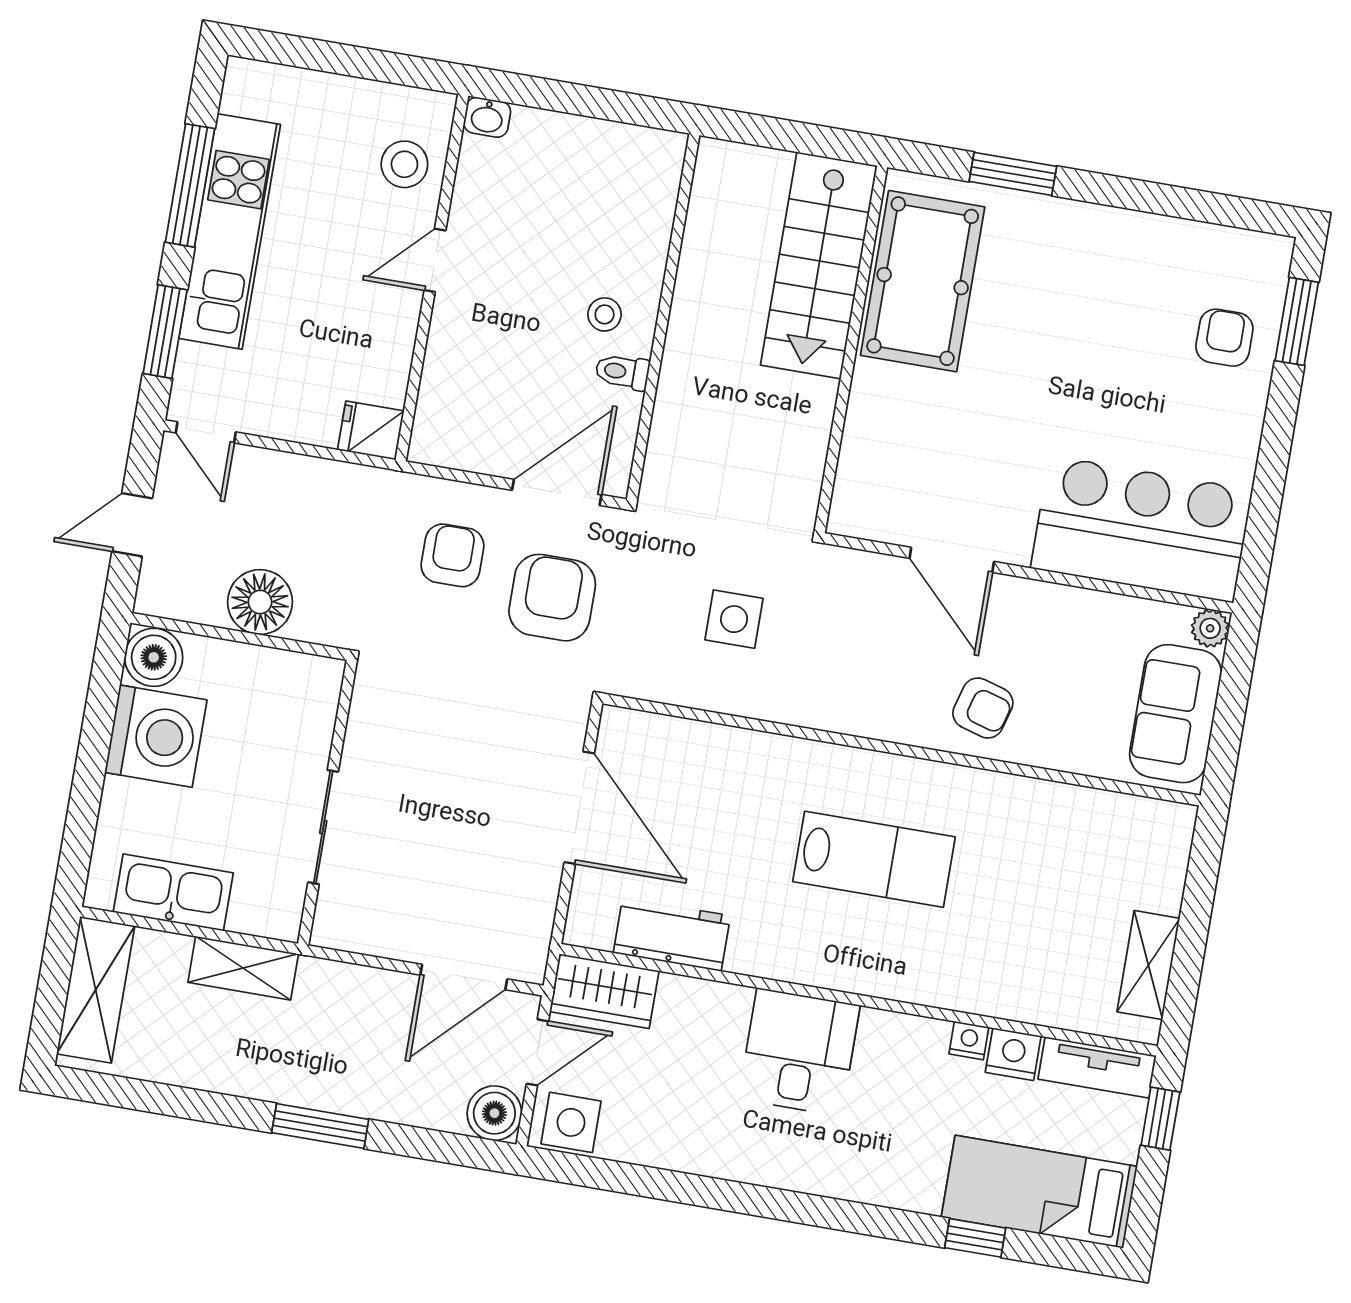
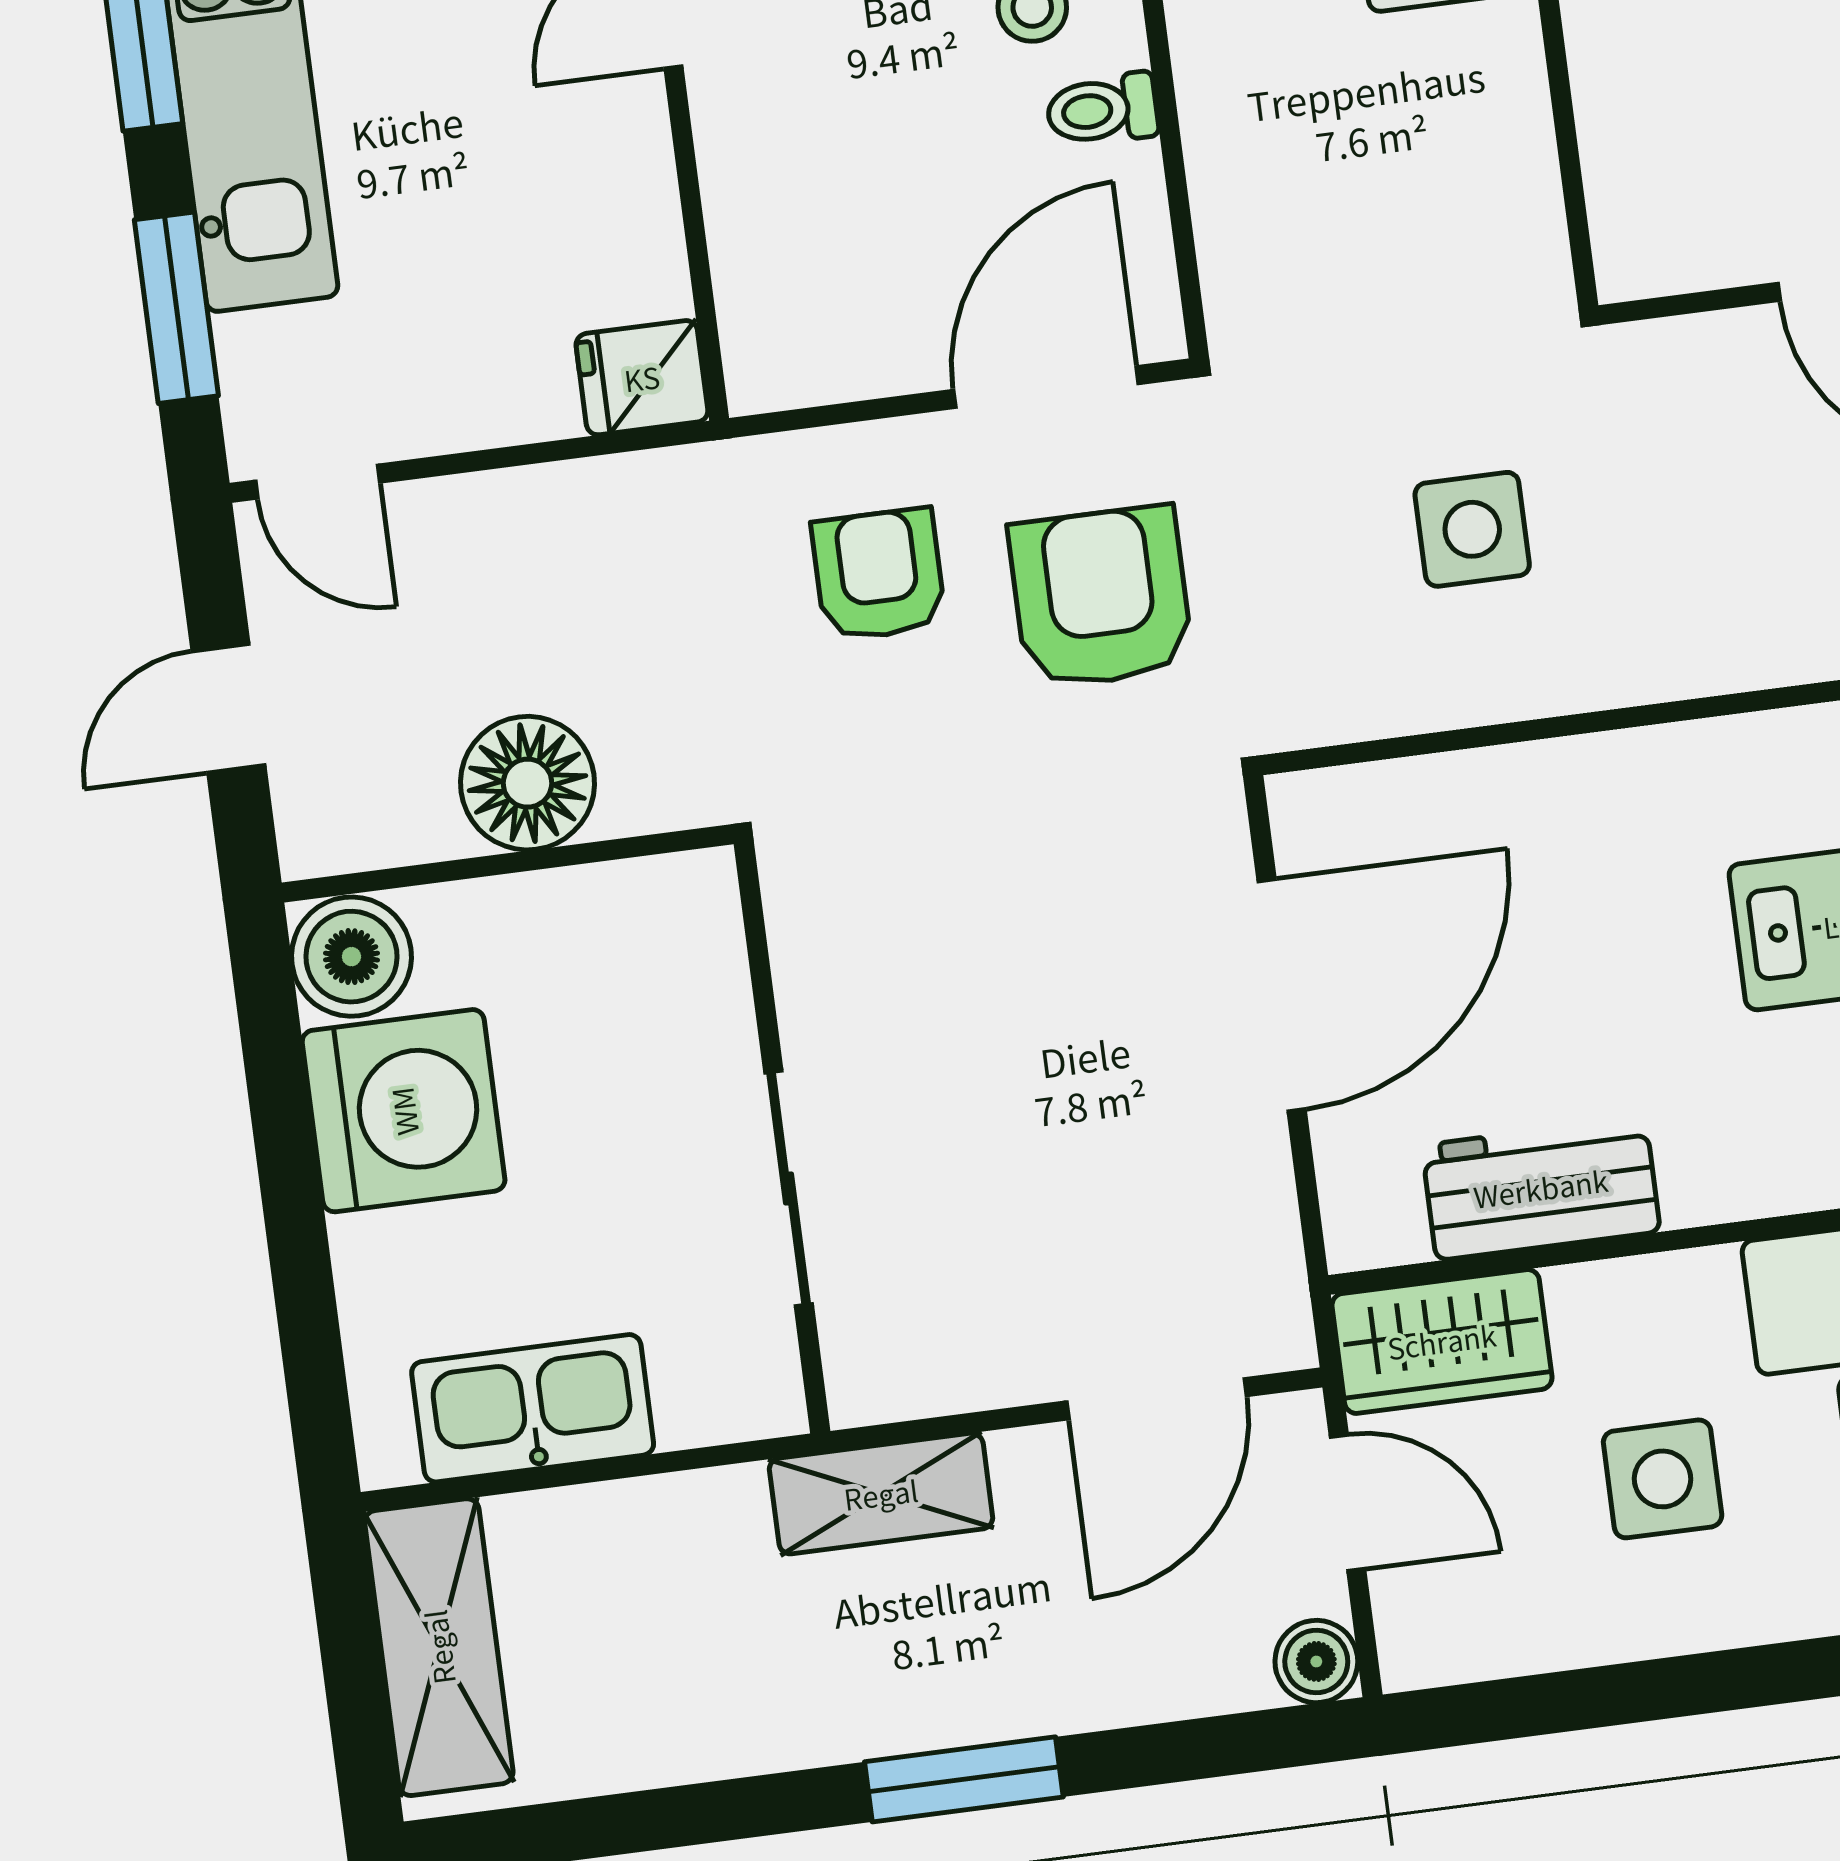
door: (579, 808) -> (1282, 995), hinge flipped
shelving: (243, 968) -> (881, 1494), moved
door: (537, 1052) -> (1348, 1503), hinge flipped
boiler: (494, 1113) -> (1316, 1661), width x0.73, depth x0.73
side table: (571, 1122) -> (1663, 1479), moved

